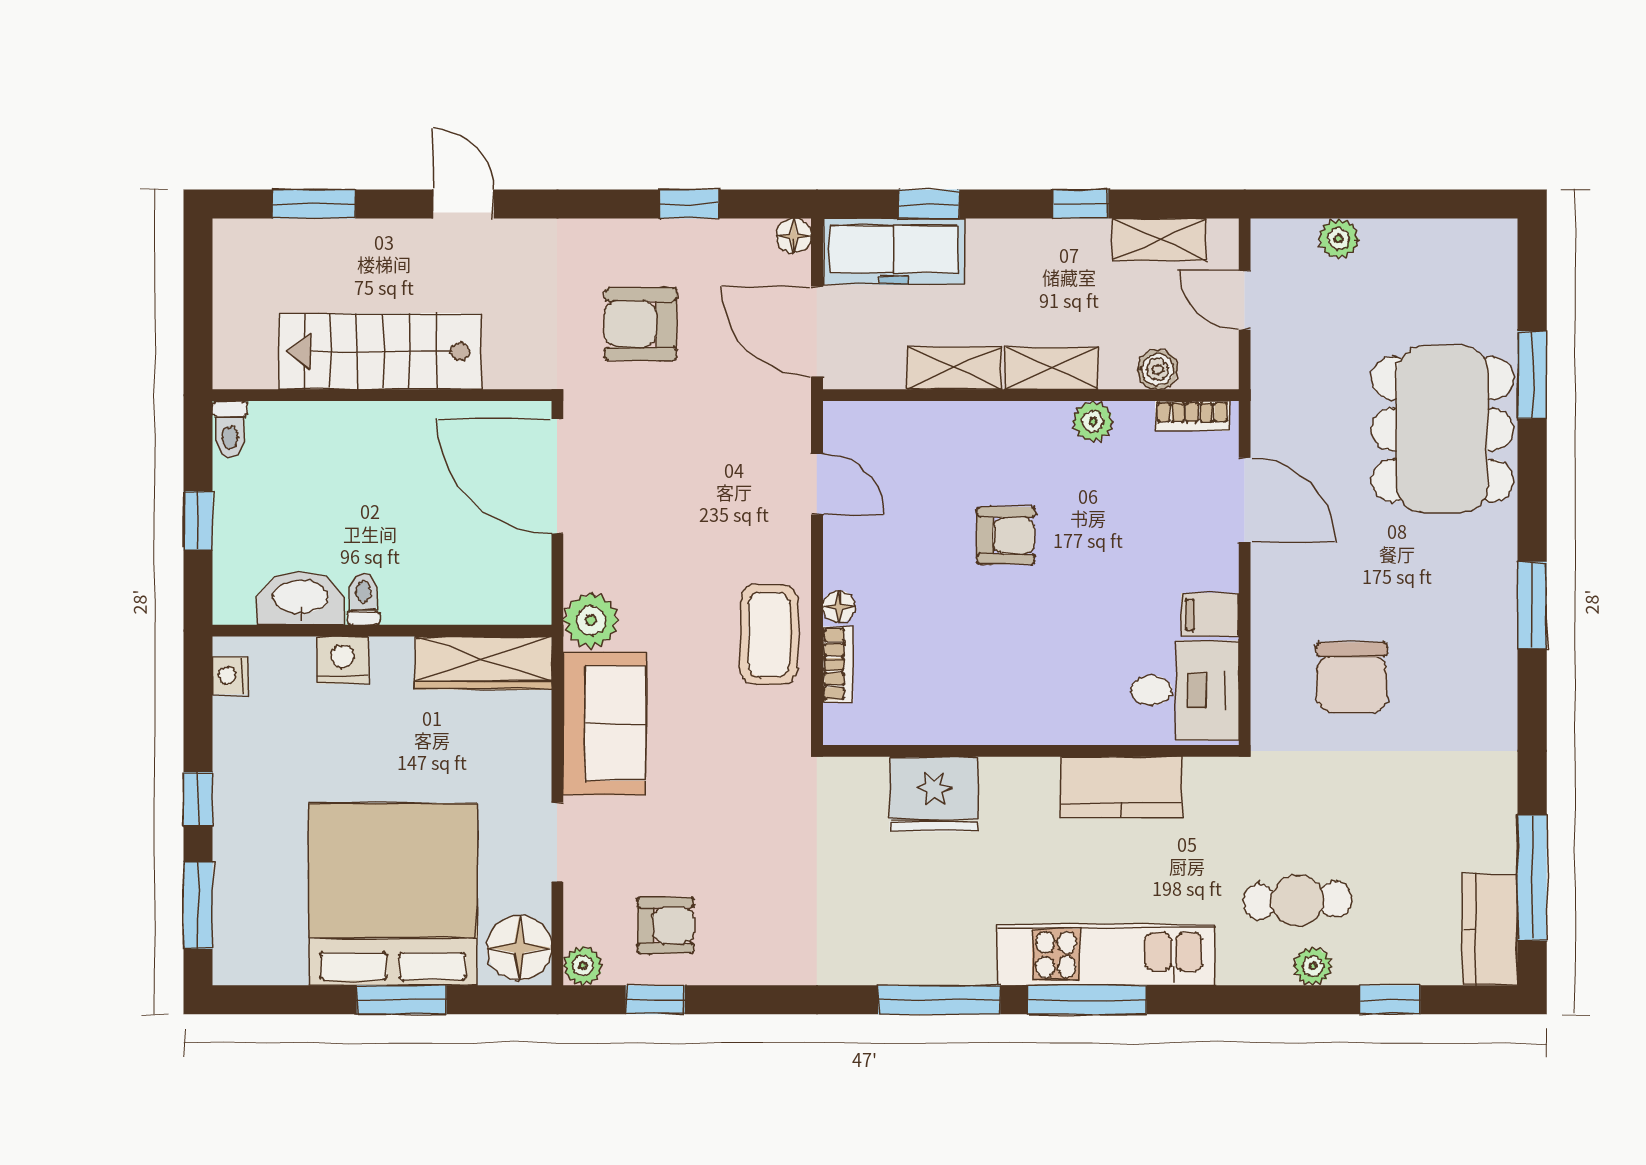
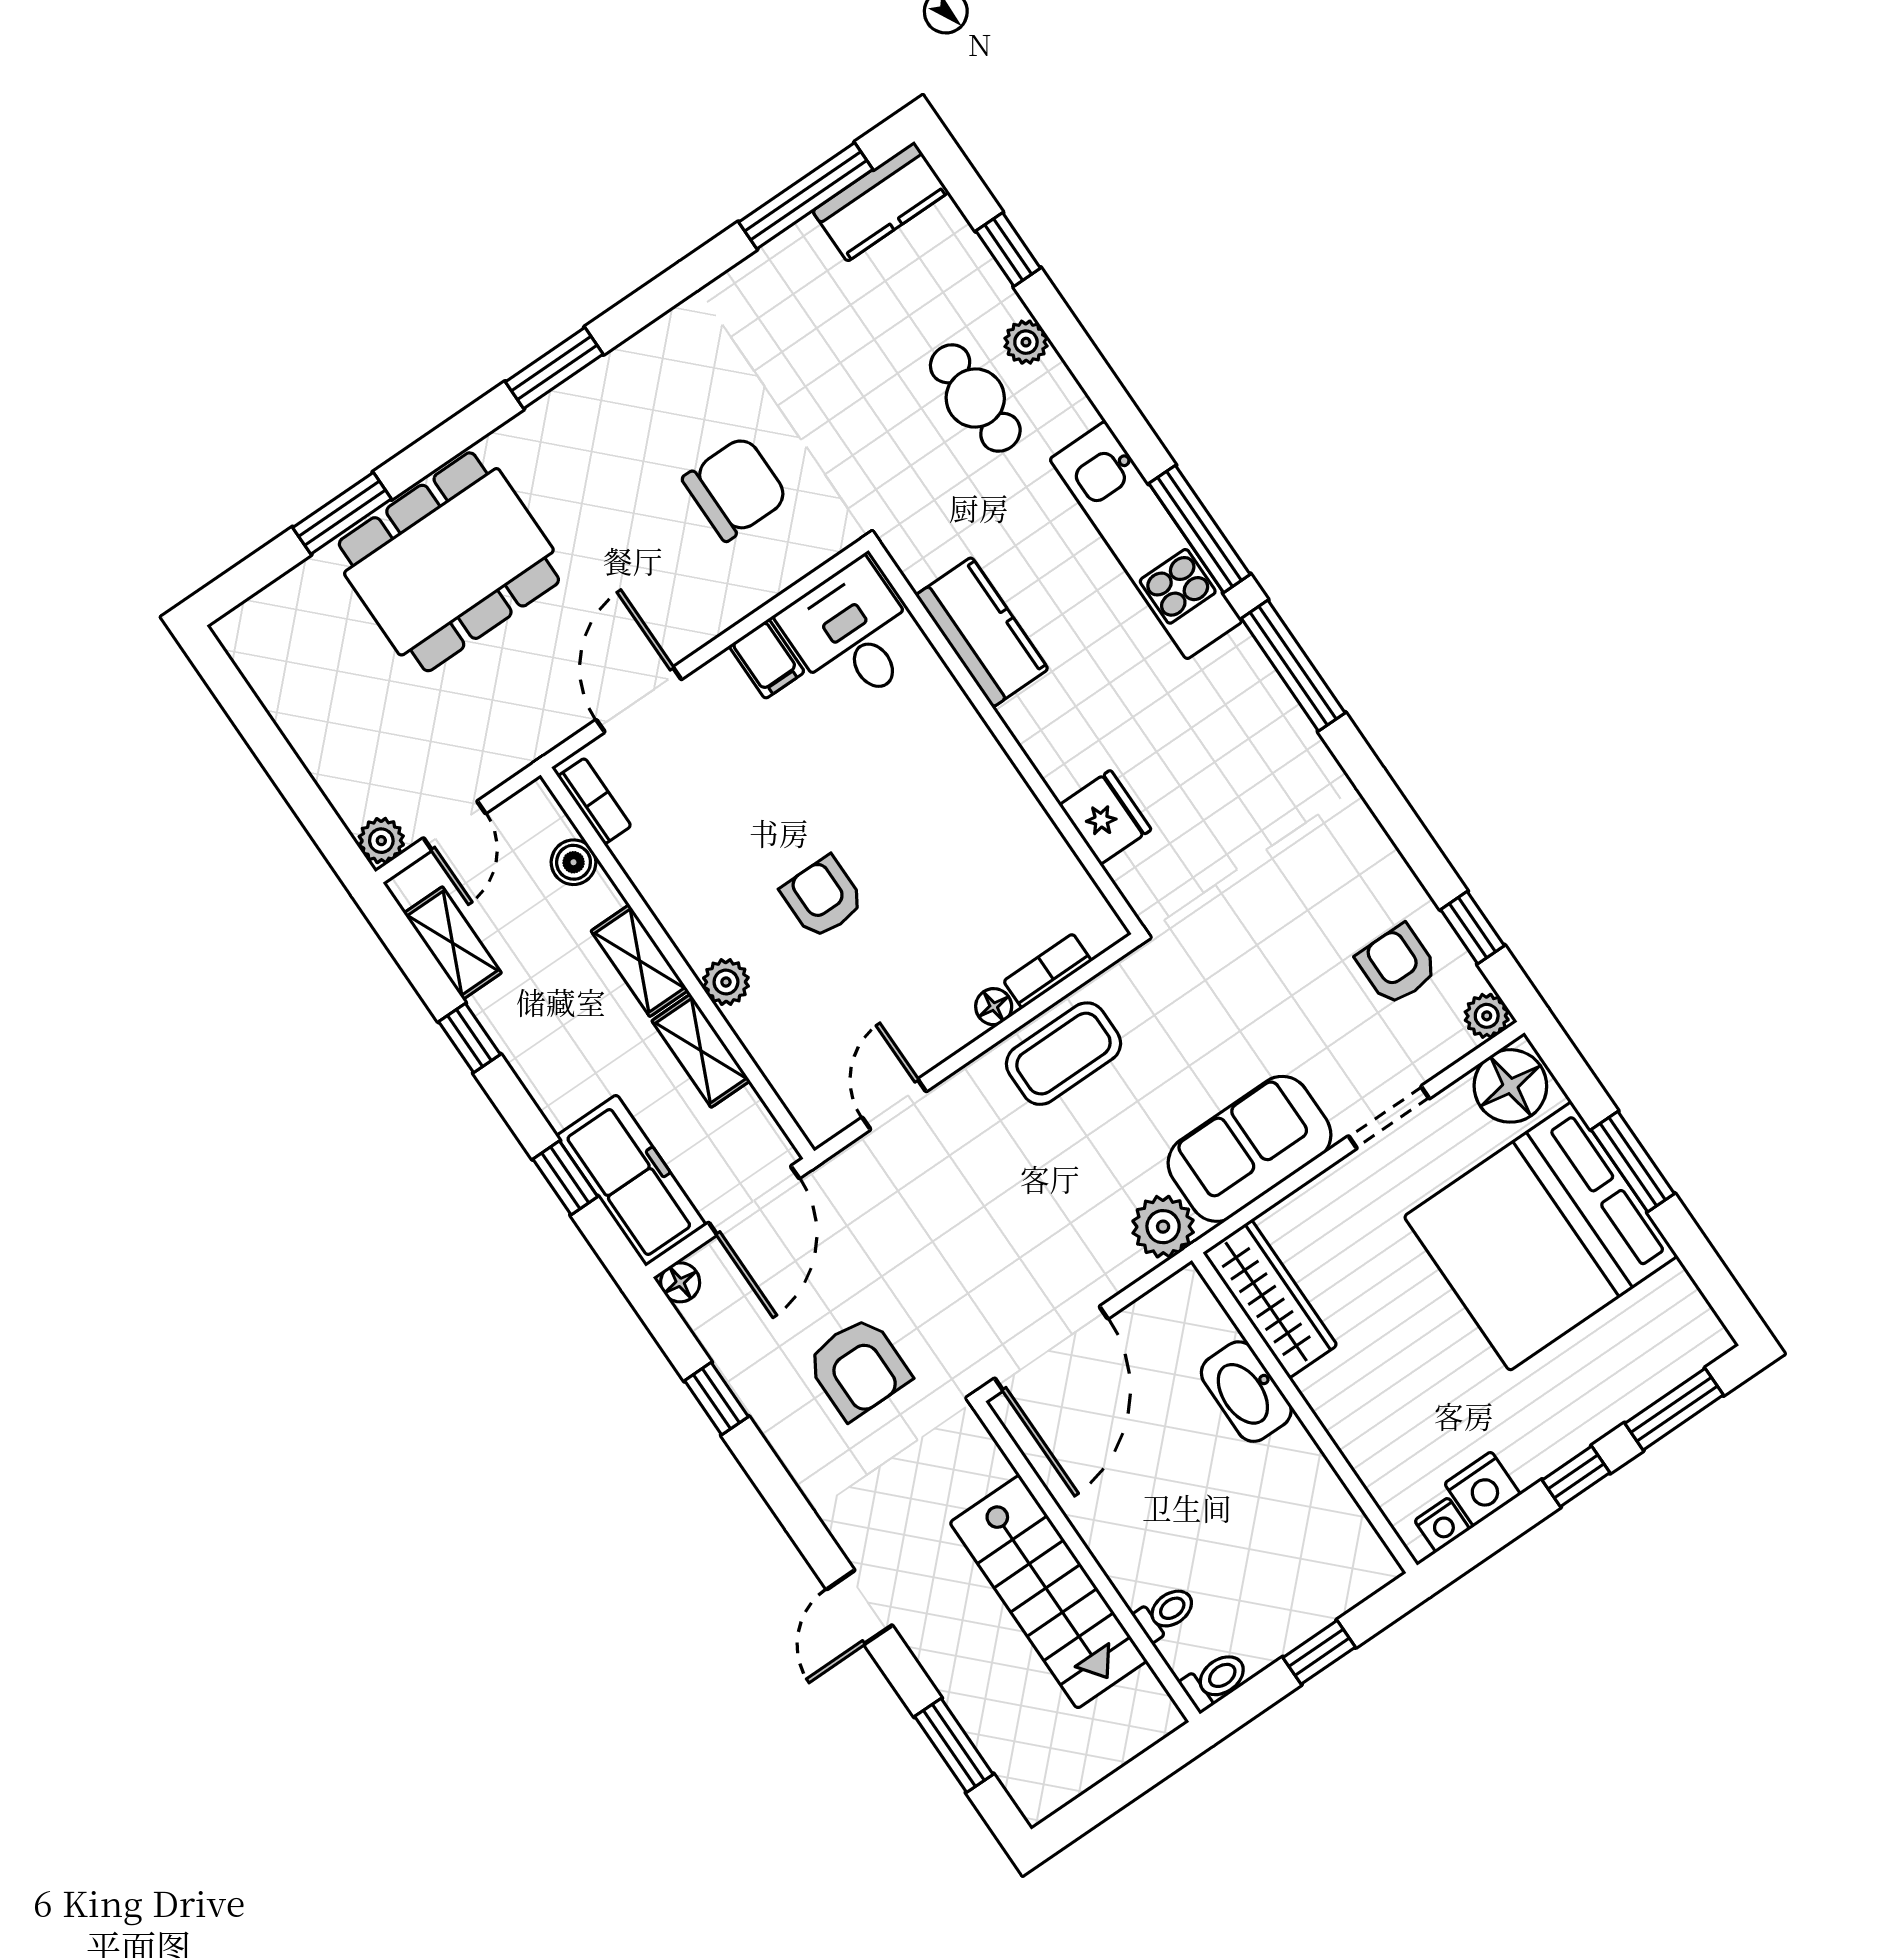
plant: (1339, 239) -> (381, 841), moved
plant: (1093, 421) -> (726, 982), moved
washbasin: (300, 598) -> (1246, 1392), moved
toilet: (363, 599) -> (1166, 1613), moved, turned 180
nightstand: (343, 660) -> (1483, 1489), moved, turned -90
fridge: (934, 794) -> (1105, 817), width x0.73, depth x0.75

